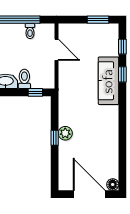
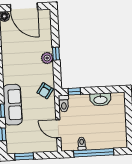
toilet: (24, 79) -> (64, 104), moved
armchair: (70, 95) -> (45, 91), added

